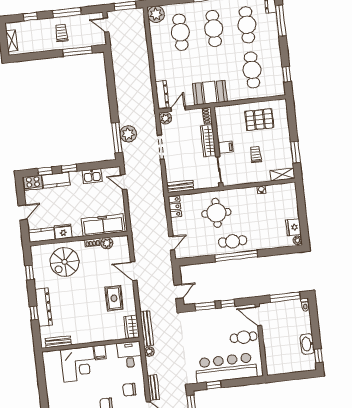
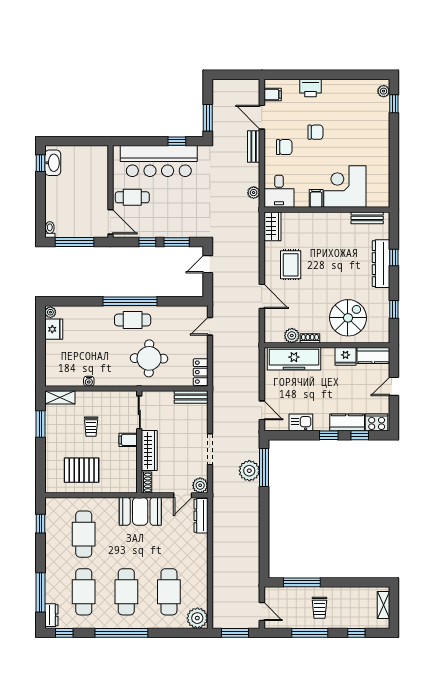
bench: (147, 328) -> (253, 222), removed
washbasin: (307, 344) -> (53, 163), moved

